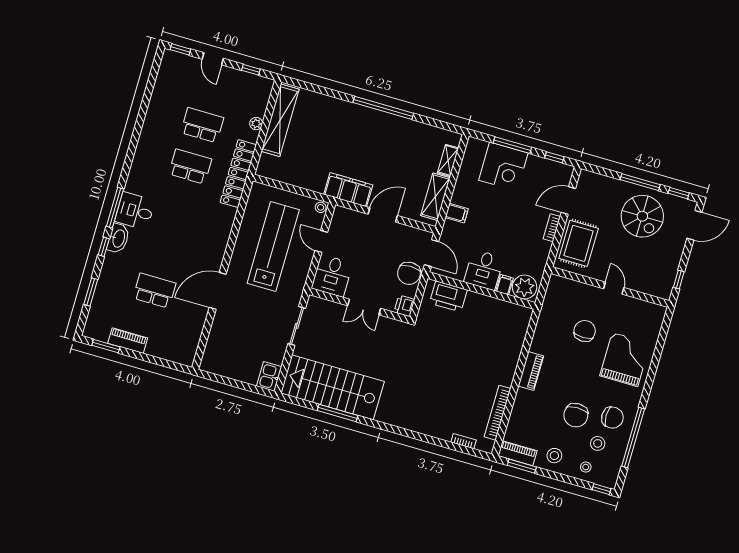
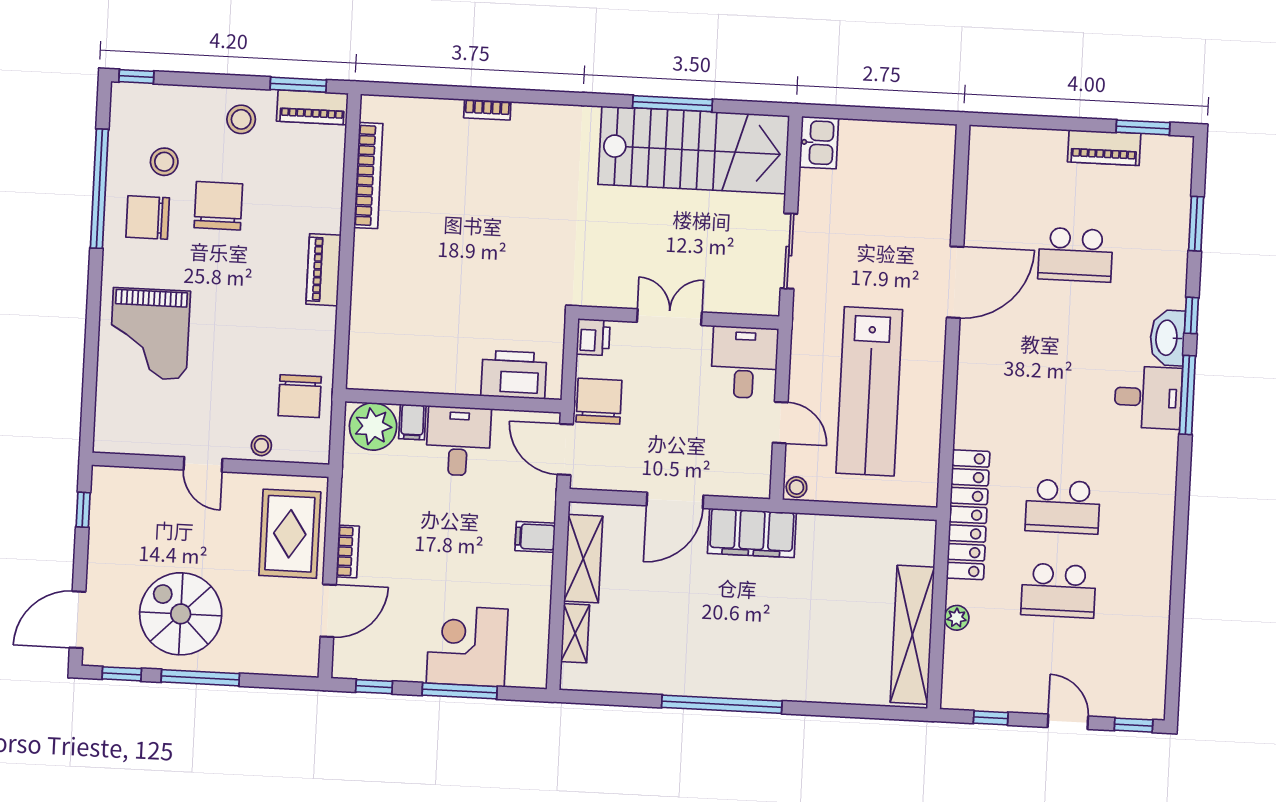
chair: (585, 331) -> (300, 396), moved
bookcase: (464, 441) -> (487, 110), moved
stool: (586, 467) -> (261, 446), moved

